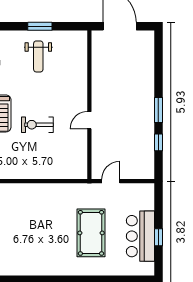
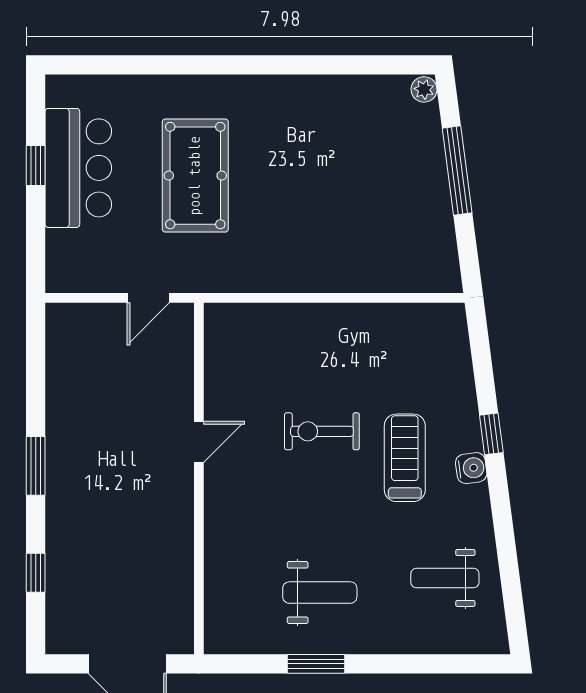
weight bench: (38, 56) -> (320, 593), turned 90
exercise bike: (37, 125) -> (322, 431), turned 180
window: (158, 142) -> (36, 573), moved

